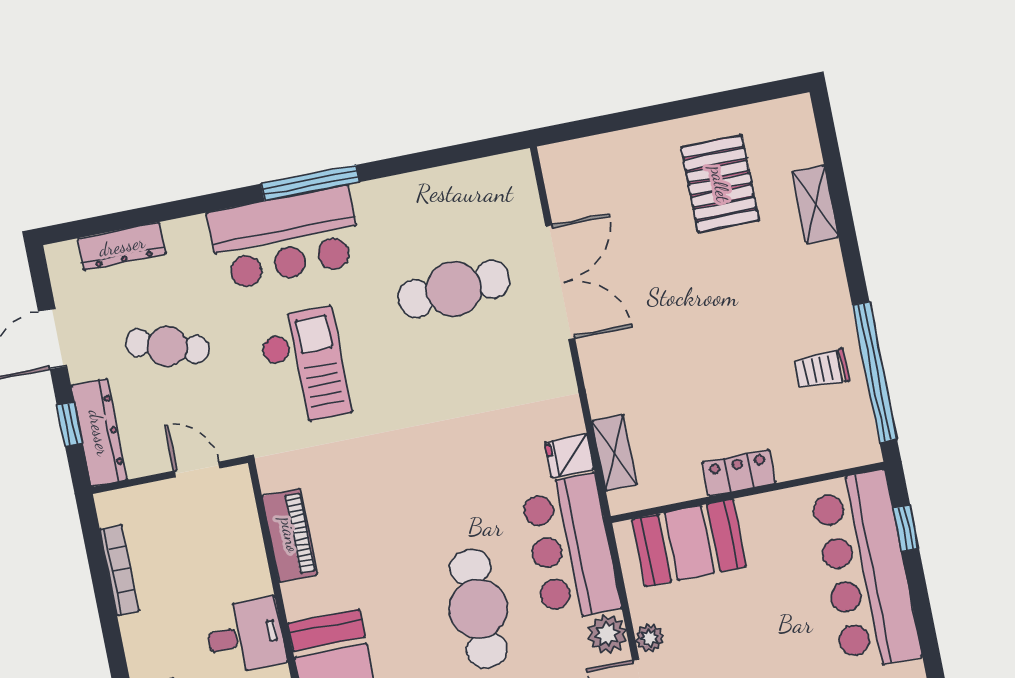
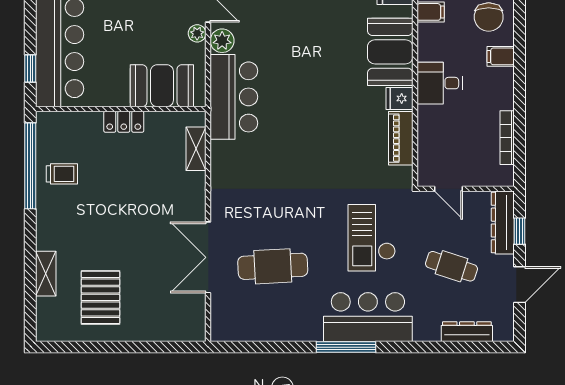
fridge: (569, 456) -> (399, 98), moved, turned 180
cafe table: (478, 609) -> (296, 71), removed

